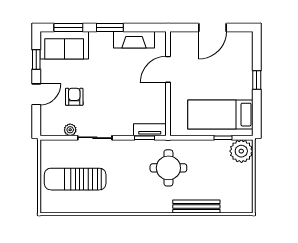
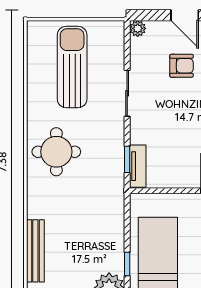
plant: (70, 130) -> (138, 28), moved
round table: (168, 168) -> (56, 152), moved
bench: (196, 207) -> (35, 251), moved

